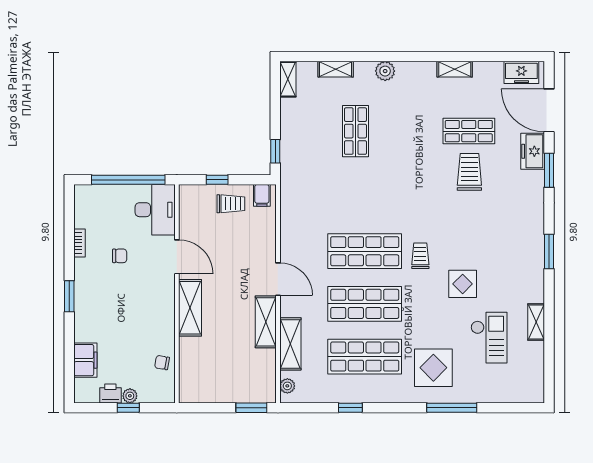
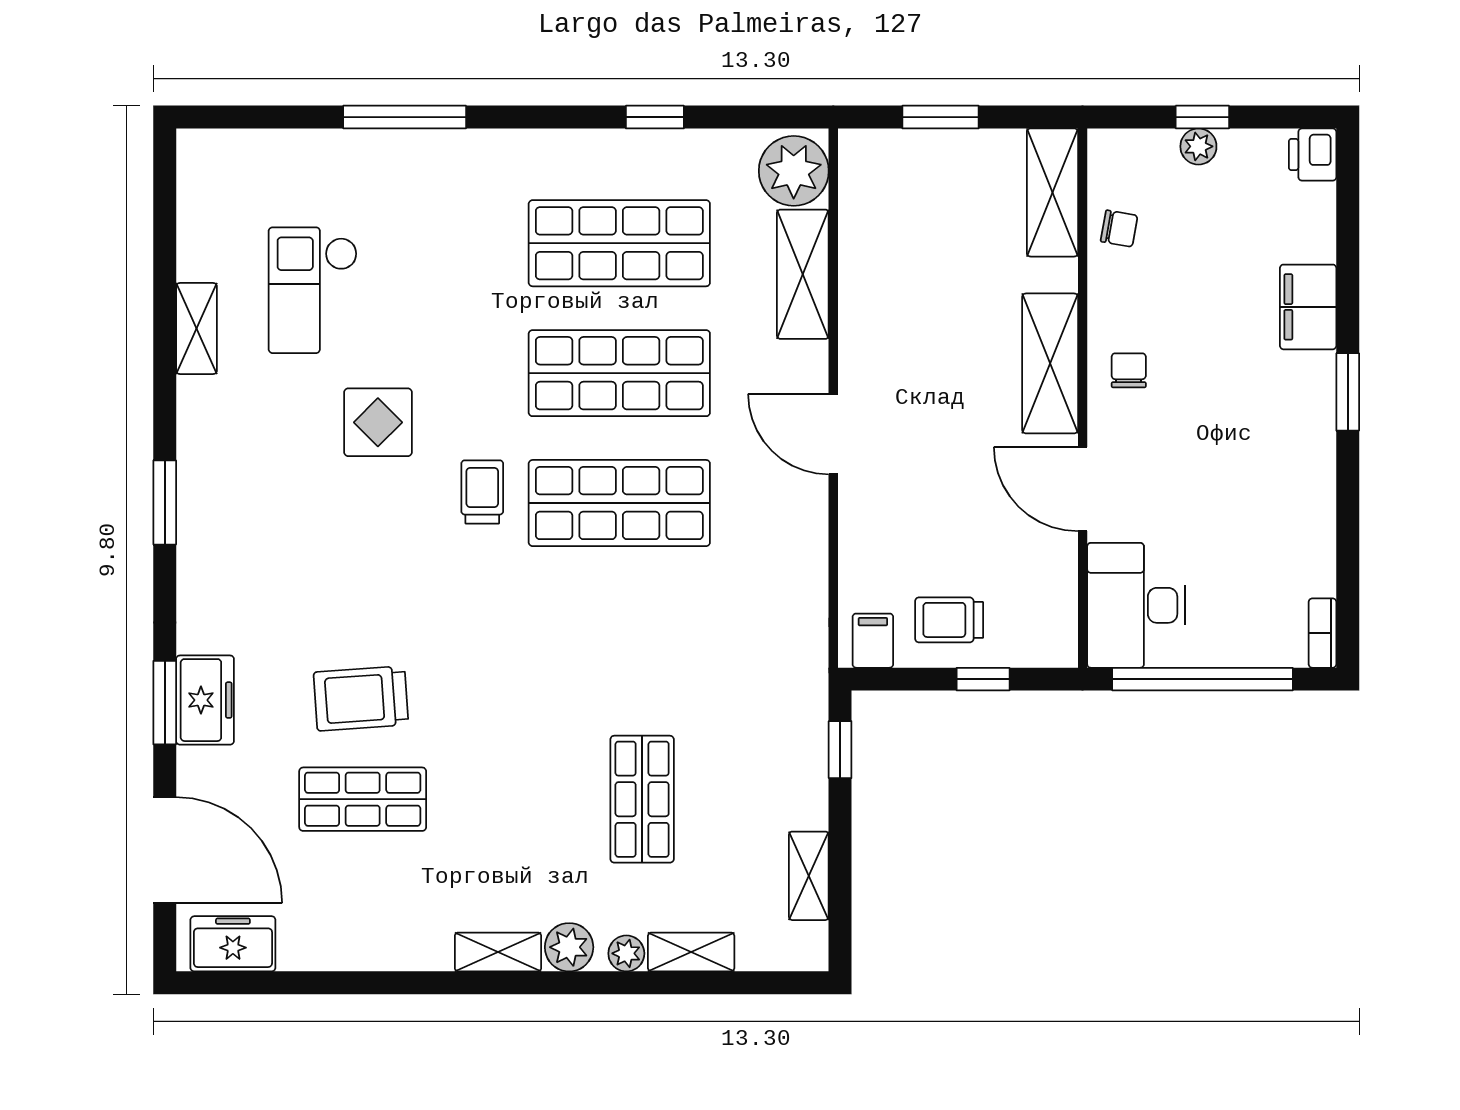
plant: (362, 69) -> (626, 953), added
shelving: (455, 69) -> (498, 952), moved
shelving: (288, 79) -> (809, 876), moved
freezer: (533, 151) -> (205, 700), moved
trolley: (469, 172) -> (361, 699), turned 86
bookcase: (80, 243) -> (1322, 633), moved
chair: (120, 256) -> (1129, 370), moved, turned 90
trolley: (420, 256) -> (482, 492), turned 180
shelving: (266, 322) -> (1052, 192), moved
filing cabinet: (85, 360) -> (1308, 307), moved
display table: (433, 368) -> (450, 216), removed
plant: (287, 386) -> (794, 171), width x1.88, depth x1.88
printer: (110, 393) -> (1313, 155), moved, turned 90
window: (251, 408) -> (940, 117), moved

